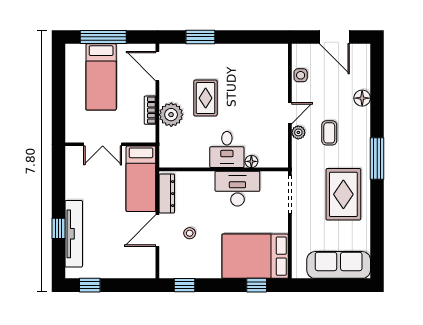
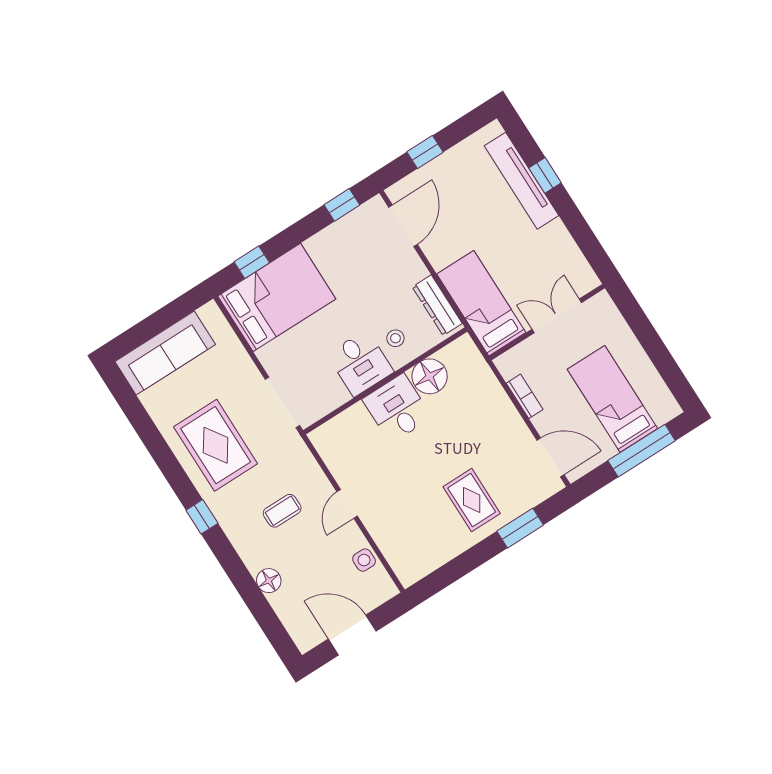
rug: (206, 98) -> (472, 500), moved
plant: (171, 115) -> (495, 408), removed
plant: (298, 132) -> (321, 487), removed
coffee table: (329, 133) -> (282, 511), turned 90
window: (377, 159) -> (202, 517), width x0.46
floor lamp: (251, 161) -> (430, 376), moved, width x1.89, depth x1.89
desk: (237, 189) -> (360, 363), width x0.73
door: (157, 231) -> (403, 226), moved
stool: (190, 233) -> (395, 338), moved
window: (90, 285) -> (425, 152), moved

